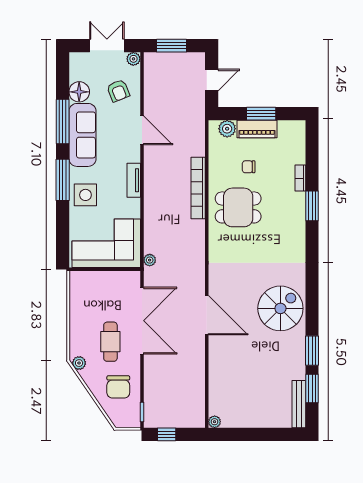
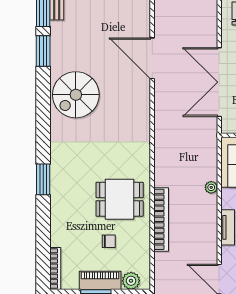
bookcase: (300, 178) -> (55, 269), moved, width x1.56
window: (312, 206) -> (43, 179), moved
plant: (150, 260) -> (211, 187), moved
door: (207, 315) -> (152, 58), moved

